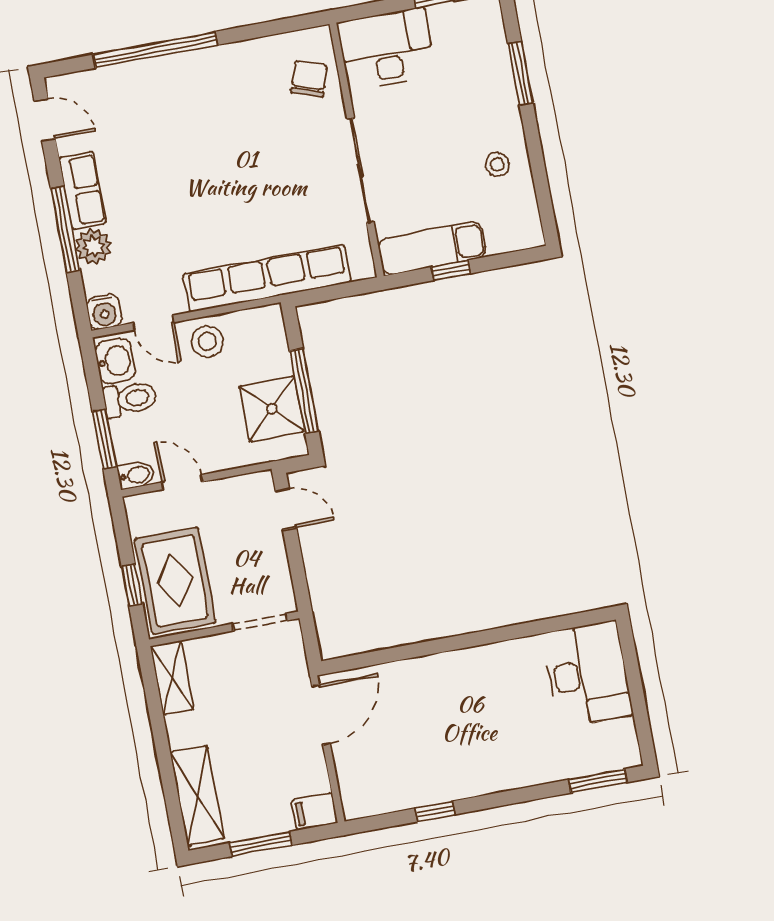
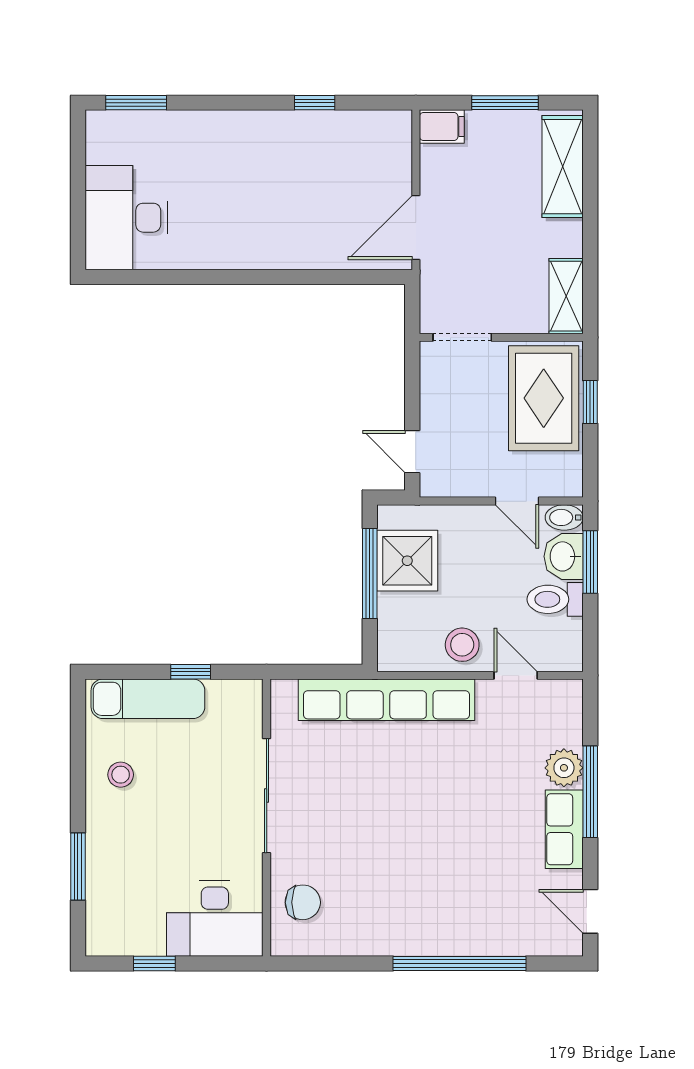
chair: (309, 79) -> (303, 902), turned -108
exam couch: (432, 248) -> (148, 699), moved
water cooler: (104, 312) -> (566, 696), removed
washbasin: (115, 361) -> (564, 556), moved

